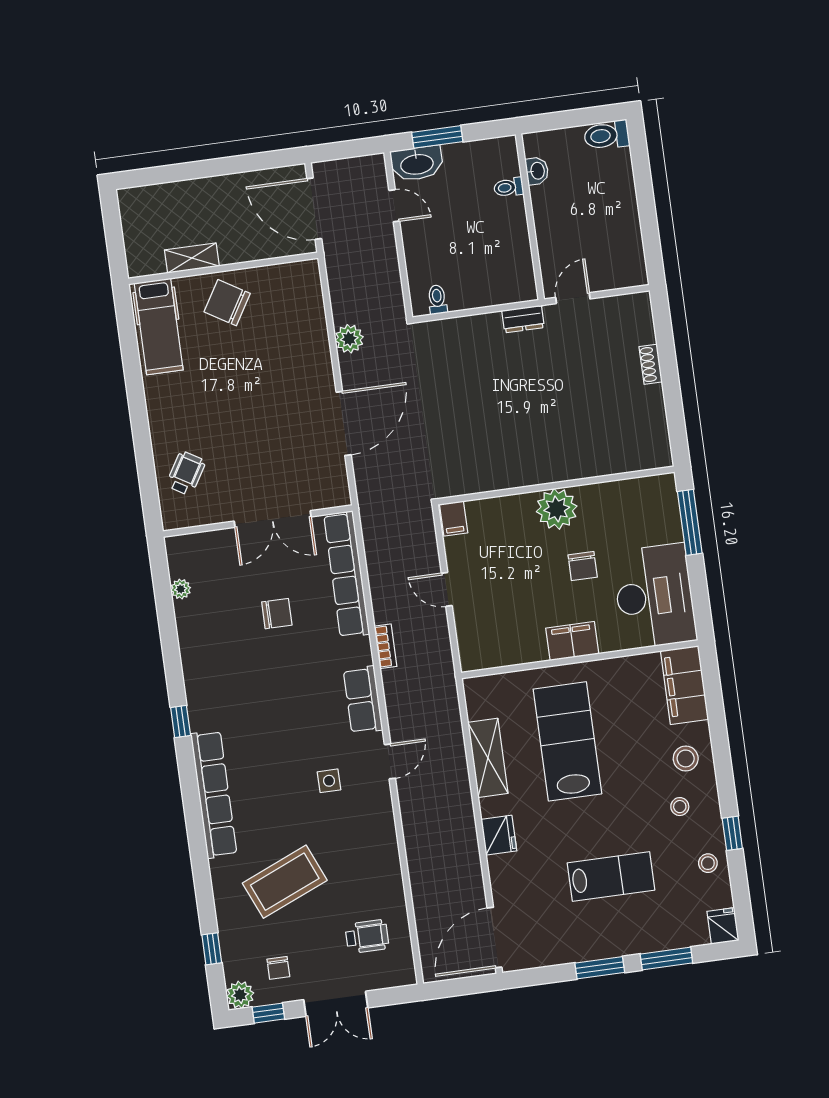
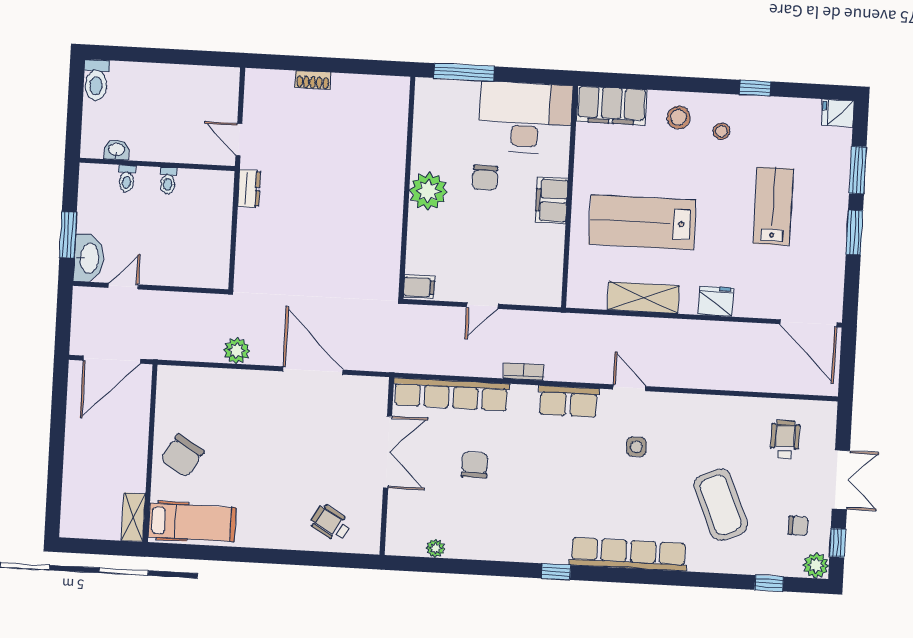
shelving: (192, 258) -> (133, 517), moved
toilet: (437, 300) -> (168, 181), moved, turned -90
chair: (583, 566) -> (485, 178), turned 90
stool: (708, 863) -> (778, 116), removed

